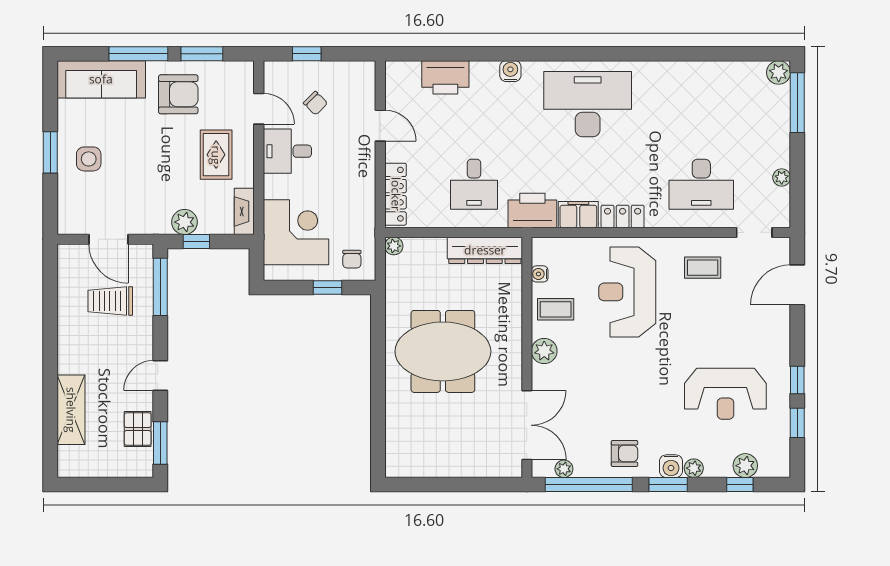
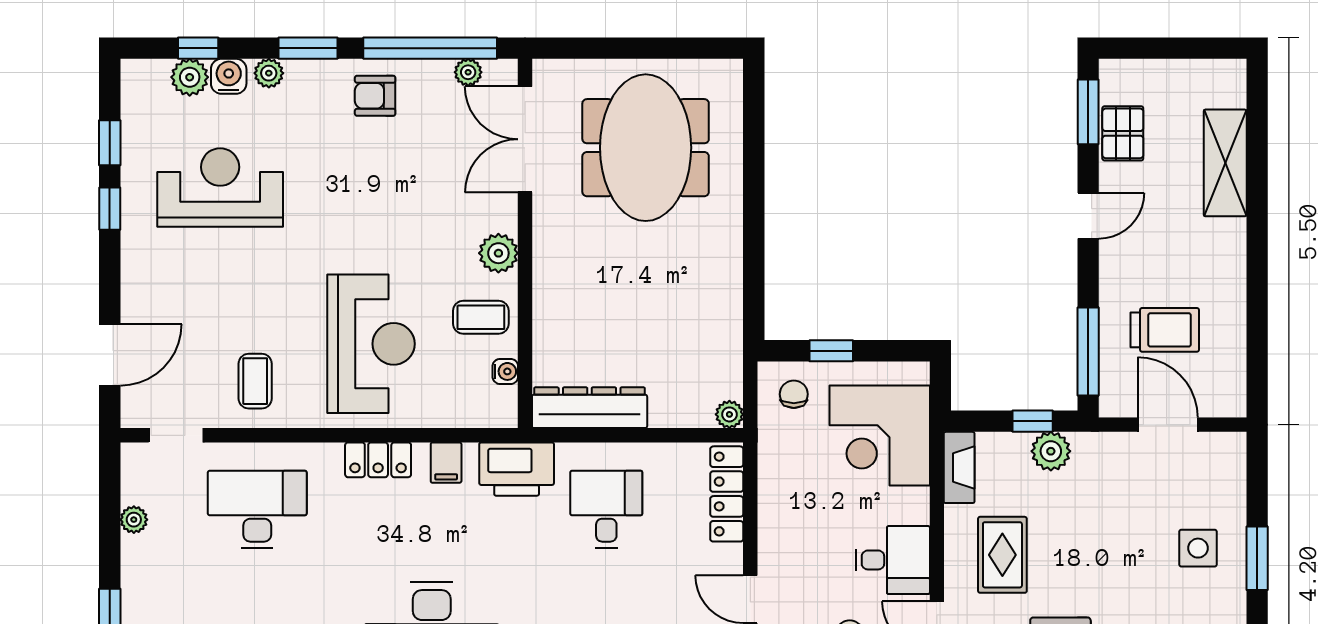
filing cabinet: (578, 215) -> (446, 463), width x0.50
coffee table: (703, 268) -> (255, 381), turned 90
meeting table: (443, 351) -> (646, 148), moved, turned 90
water cooler: (671, 466) -> (229, 76), moved

